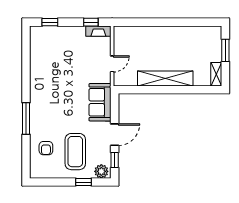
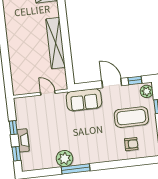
window: (91, 22) -> (13, 128), moved
fireplace: (98, 31) -> (23, 140), moved
plant: (39, 74) -> (65, 159), added
window: (26, 119) -> (76, 169), moved

